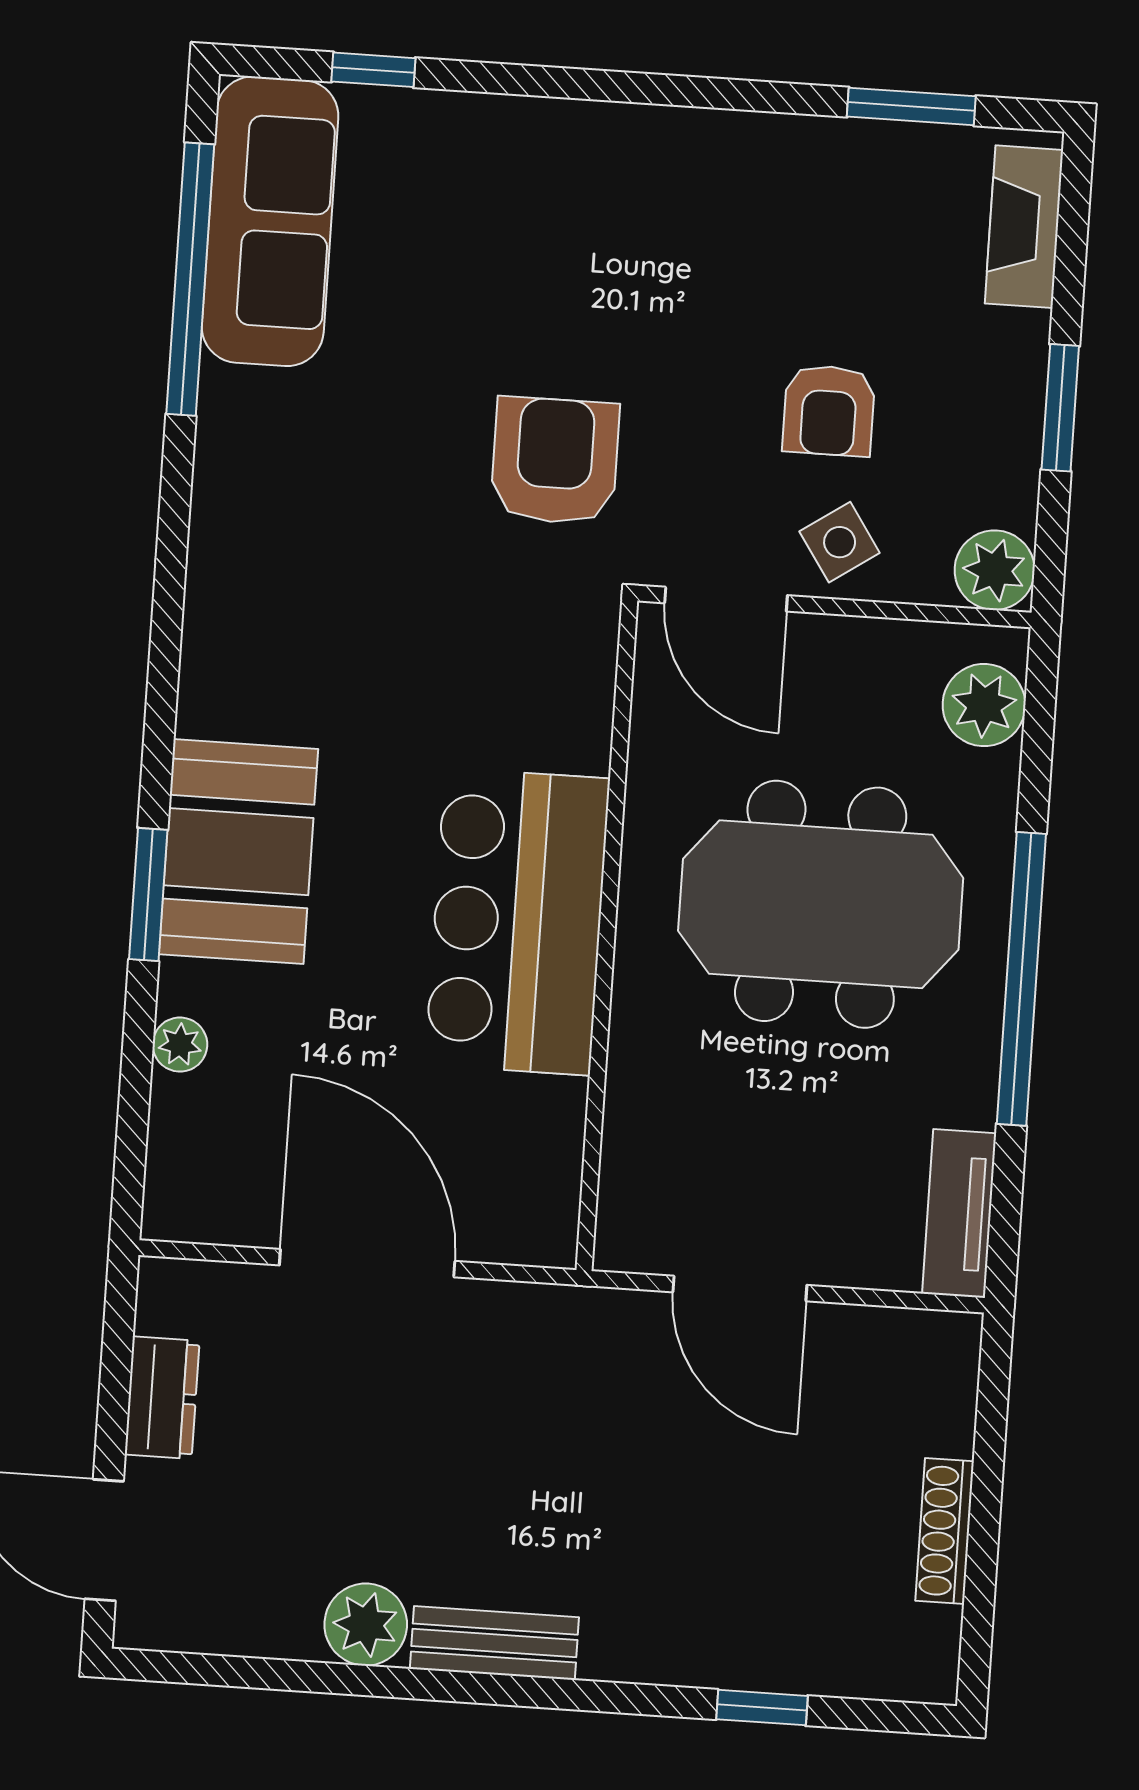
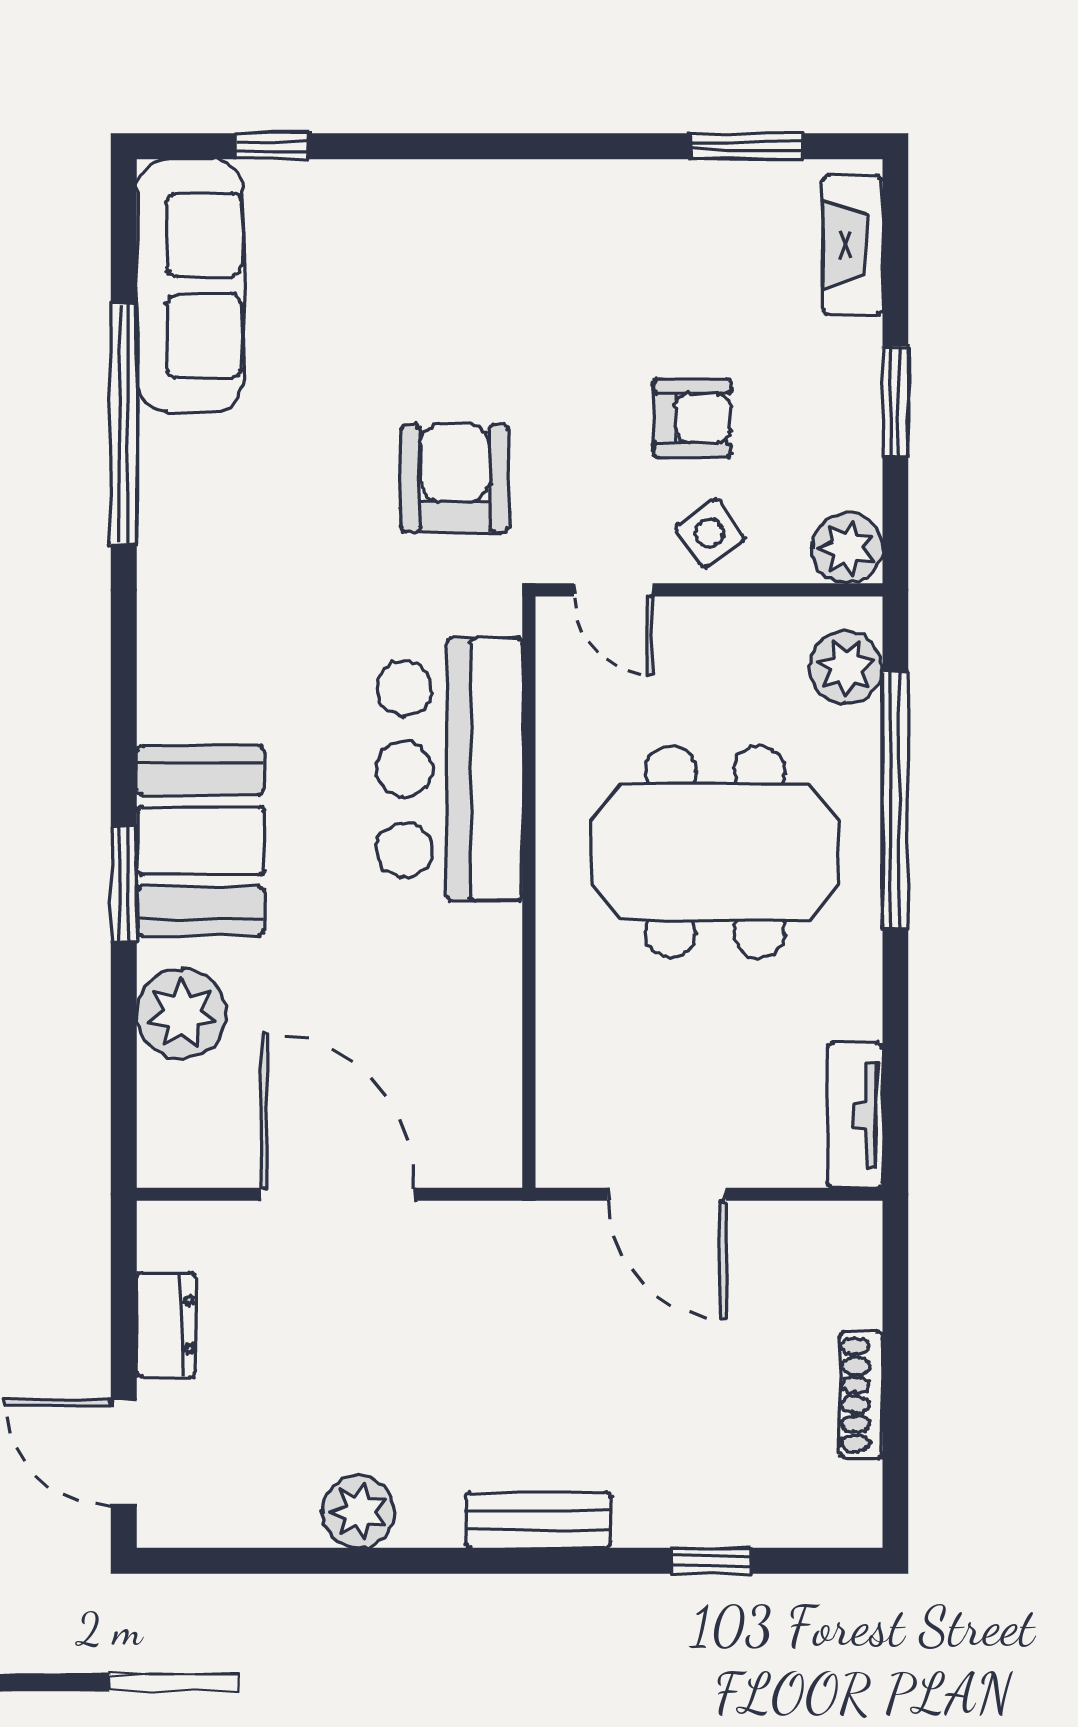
window: (190, 279) -> (124, 424), moved
armchair: (829, 411) -> (692, 418), turned -90
door: (726, 599) -> (613, 590), width x0.73
bar counter: (517, 922) -> (450, 769), moved
window: (1021, 979) -> (895, 800), moved
plant: (180, 1045) -> (182, 1014), width x1.87, depth x1.87
bench: (494, 1643) -> (538, 1520), moved

